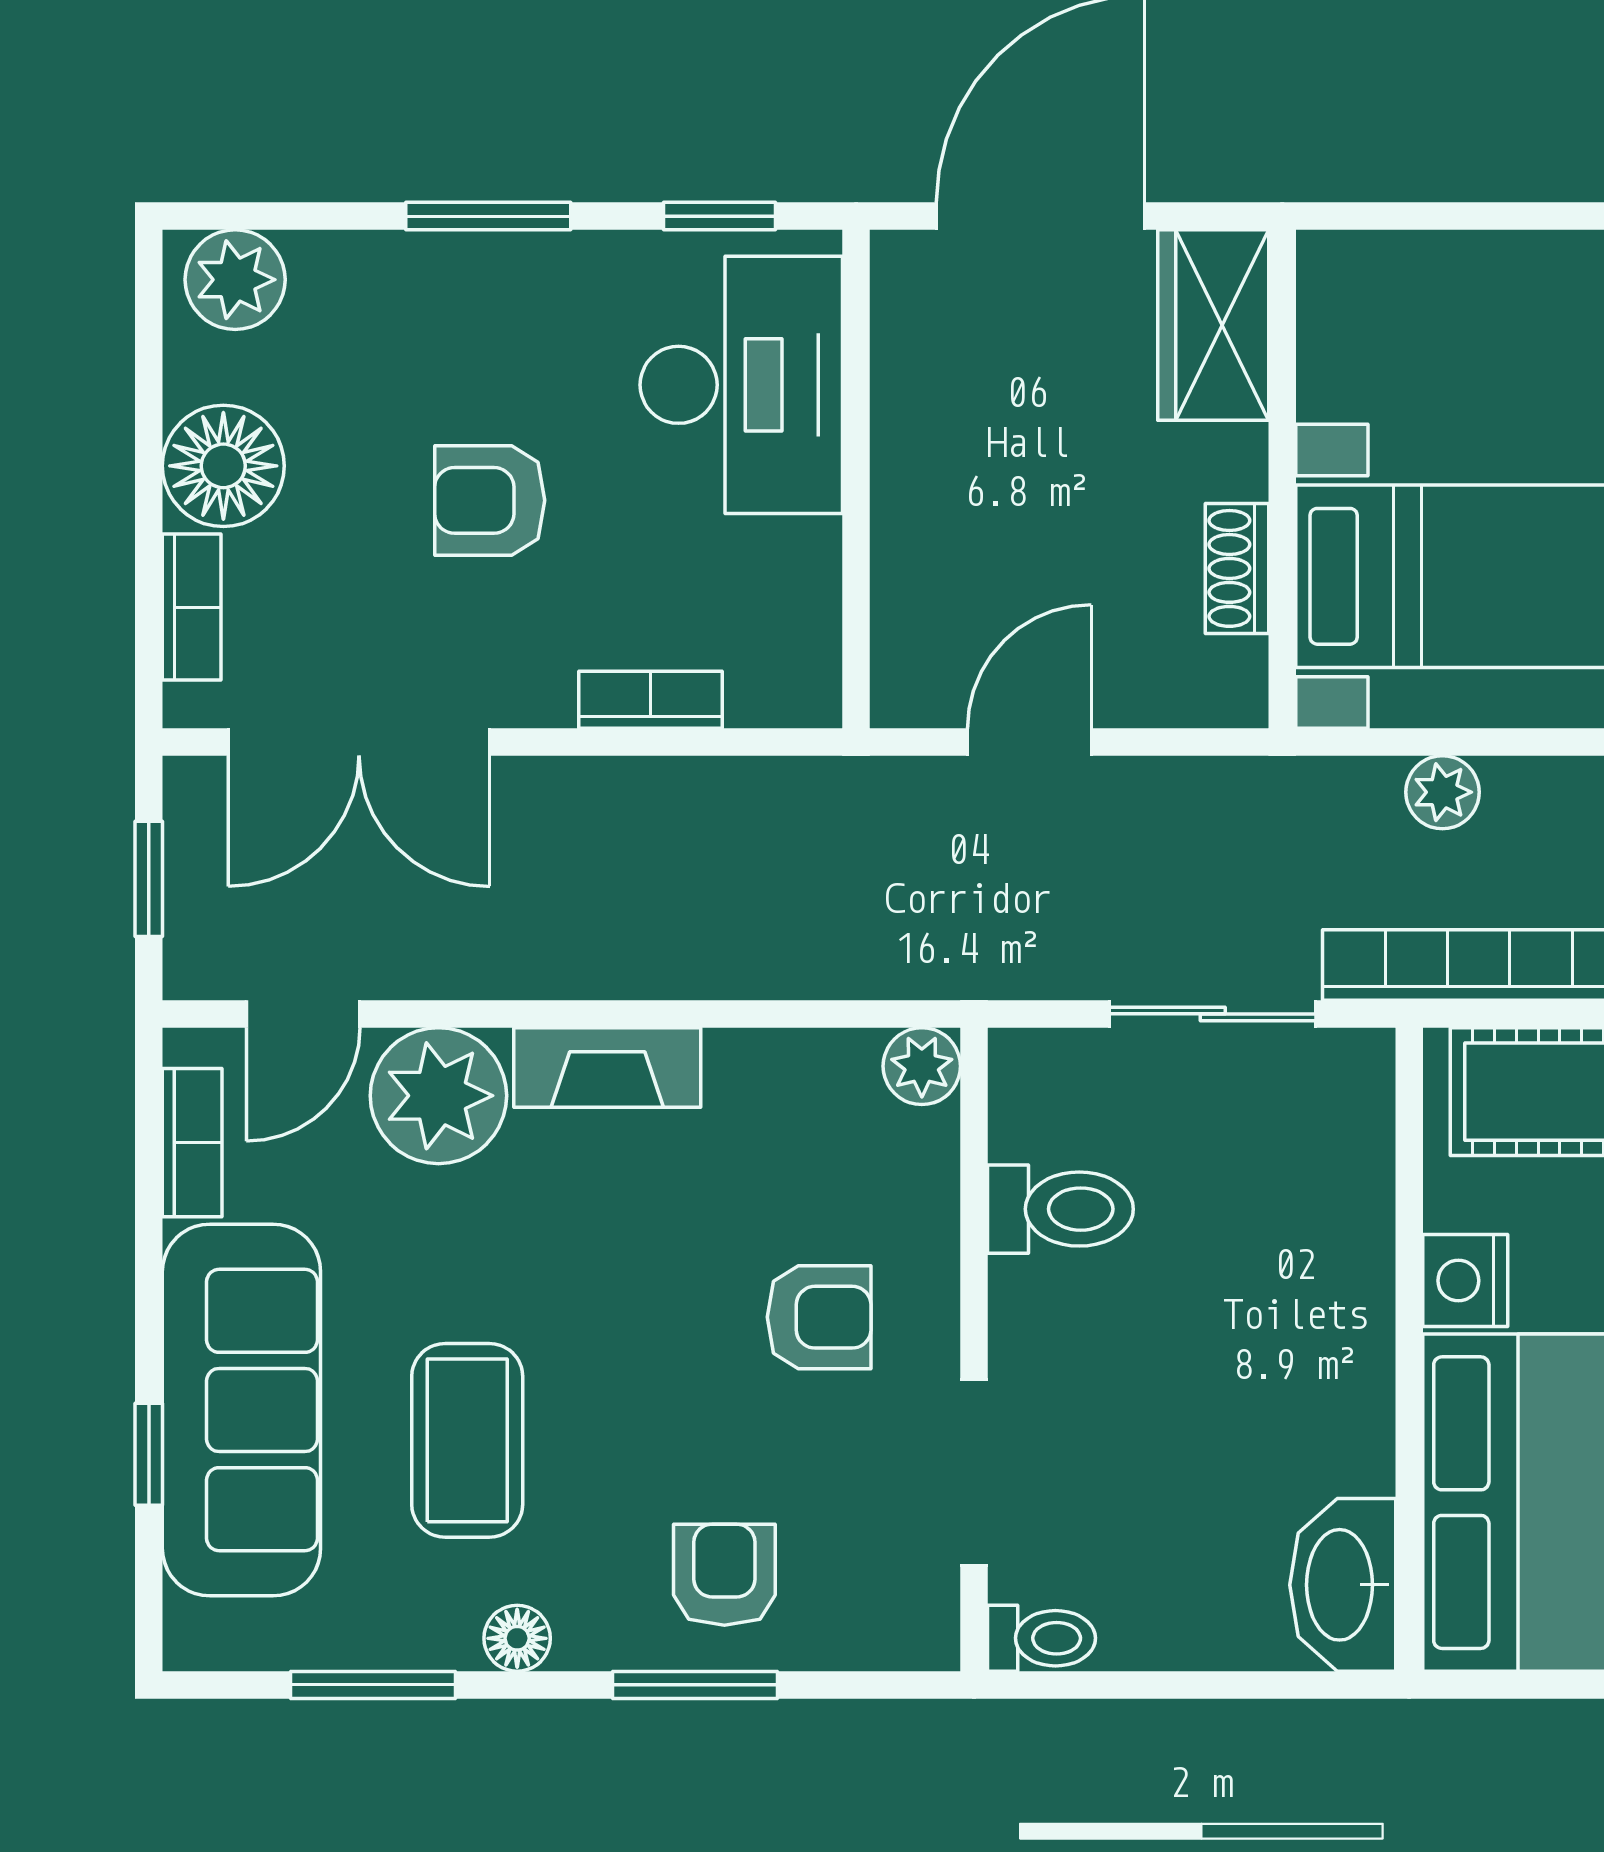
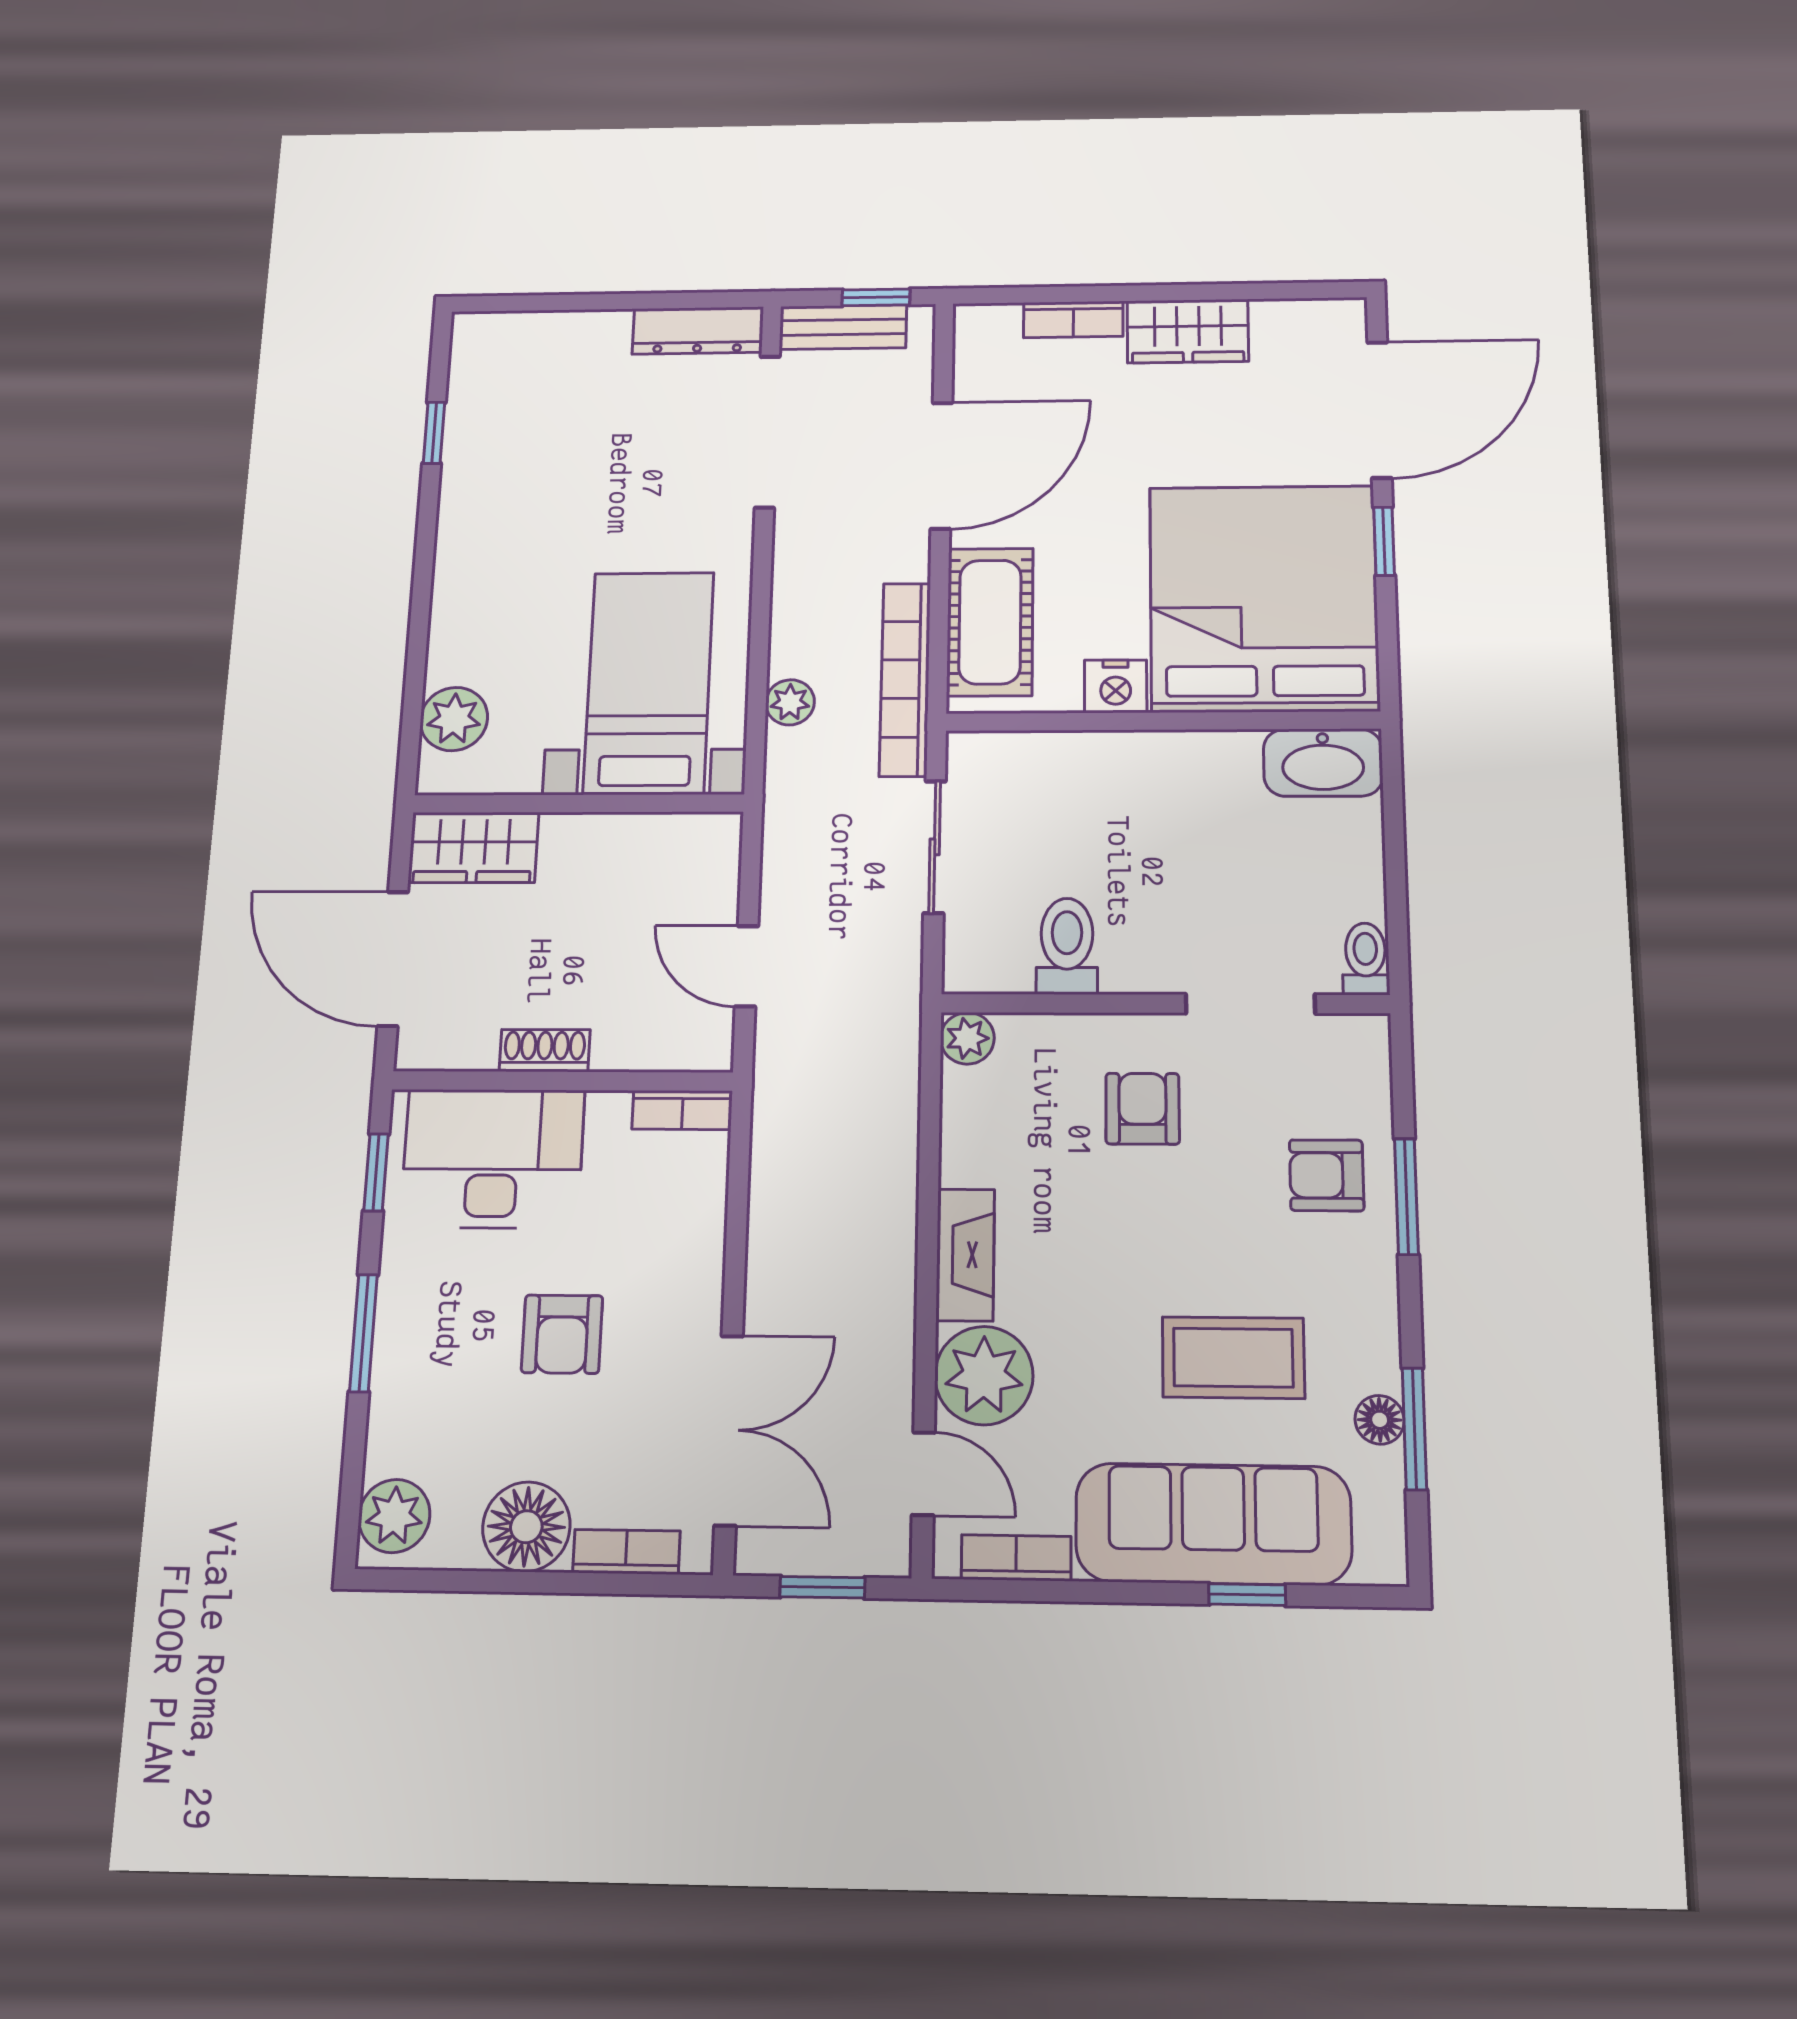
plant: (1418, 281) -> (454, 719), added
shoe rack: (1237, 568) -> (545, 1051), moved, turned 180
bookcase: (650, 700) -> (682, 1110), moved, turned -90
floor lamp: (517, 1638) -> (1380, 1420), moved

